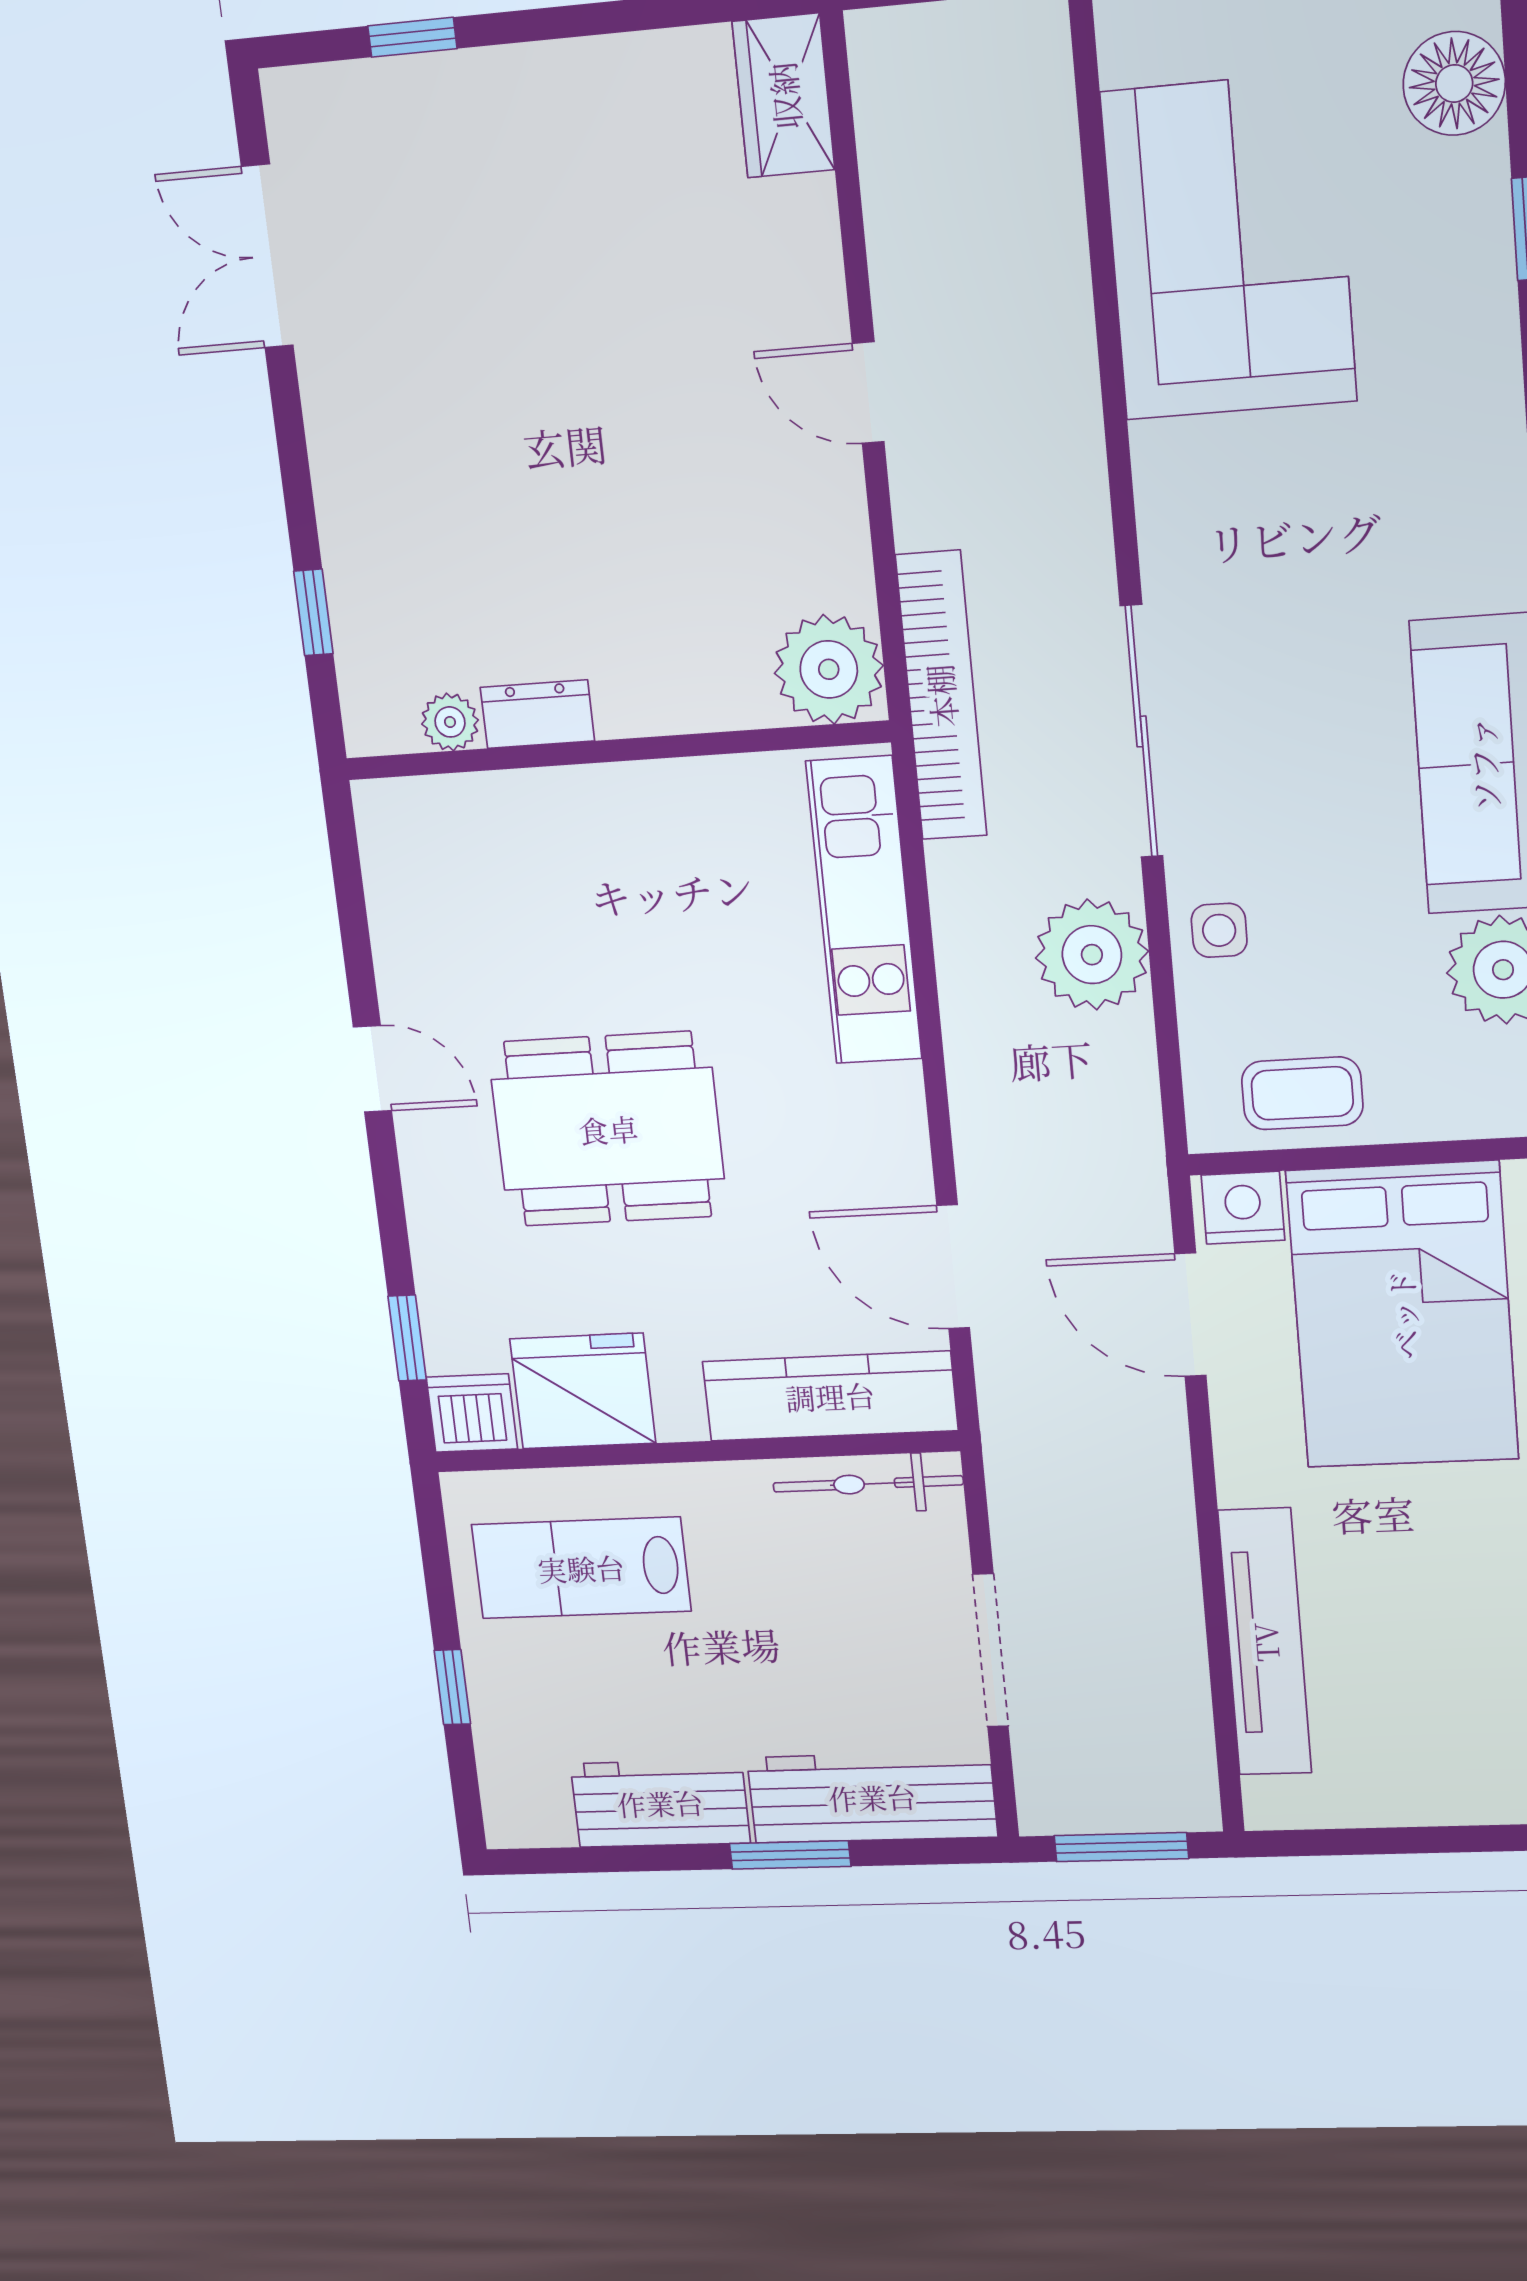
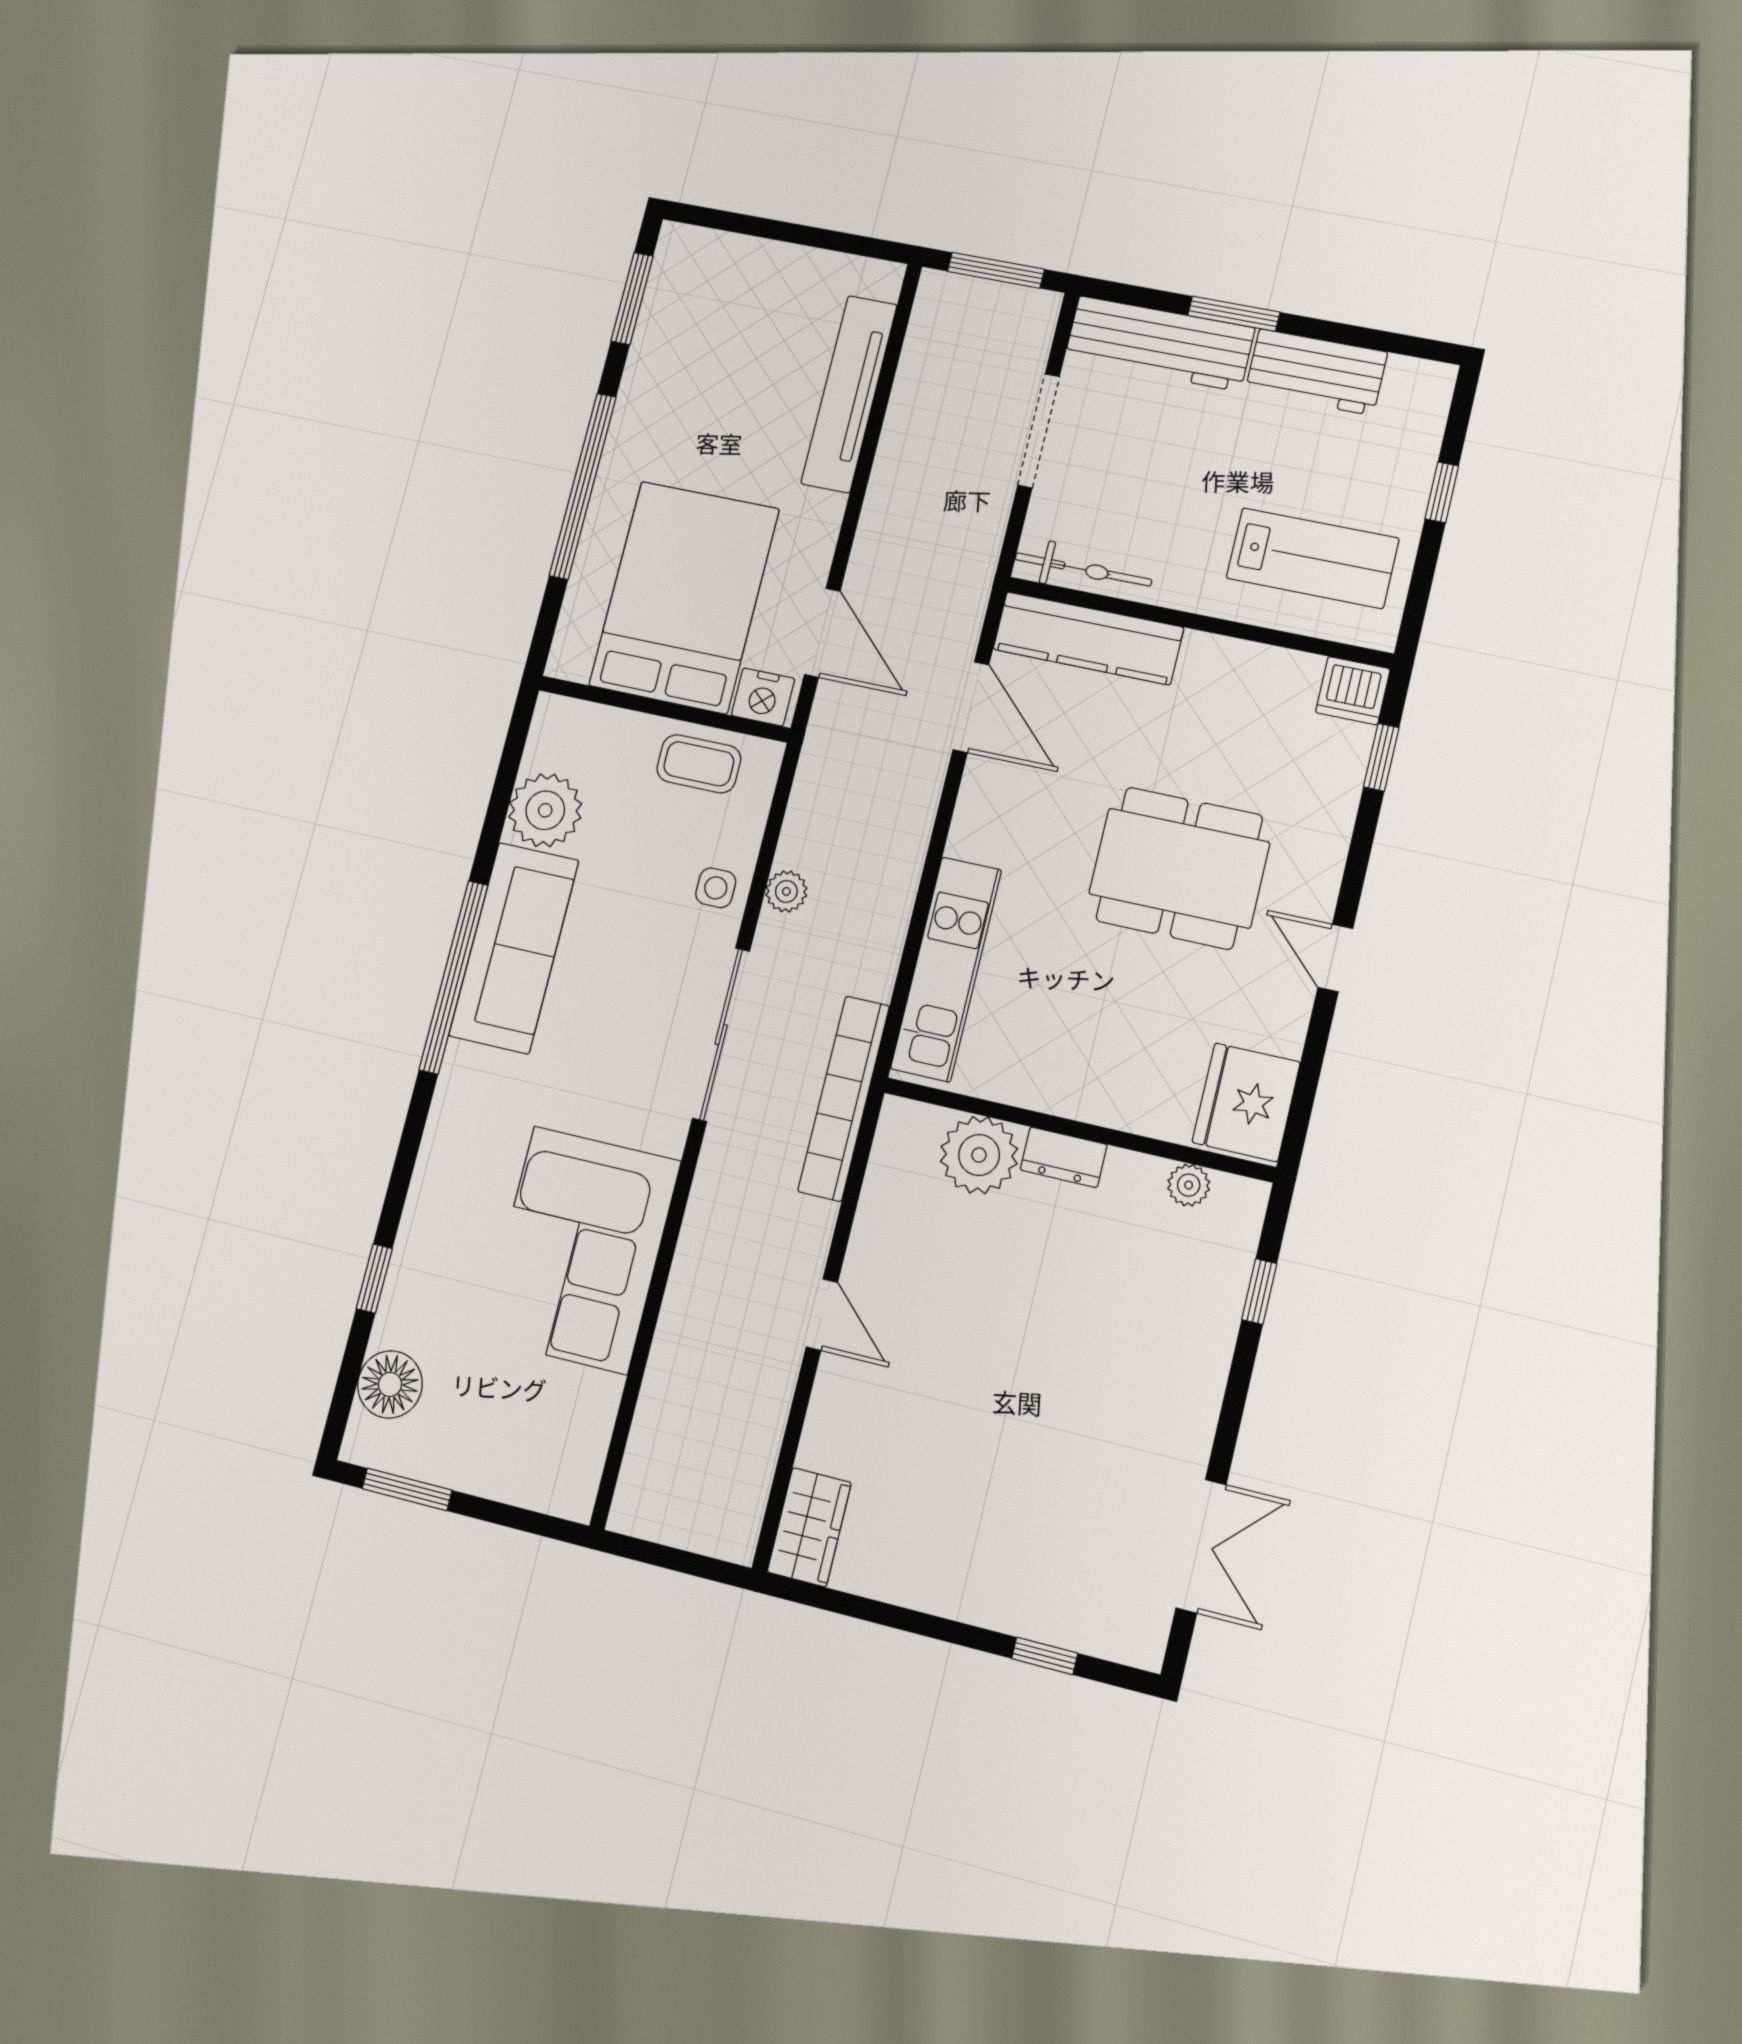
corner sofa: (1229, 247) -> (580, 1250), moved
plant: (829, 669) -> (979, 1155), moved
dresser: (537, 714) -> (1064, 1157), moved
plant: (1092, 955) -> (786, 891), width x0.53, depth x0.53
fridge: (583, 1391) -> (1246, 1102), moved, turned 90

